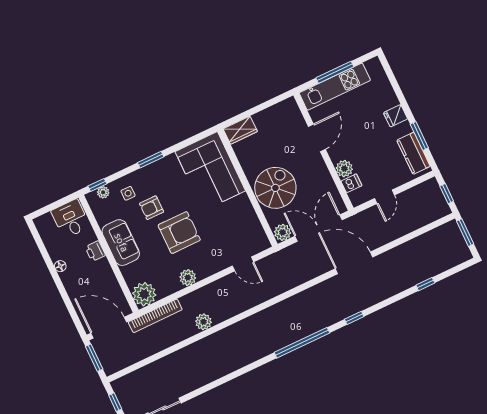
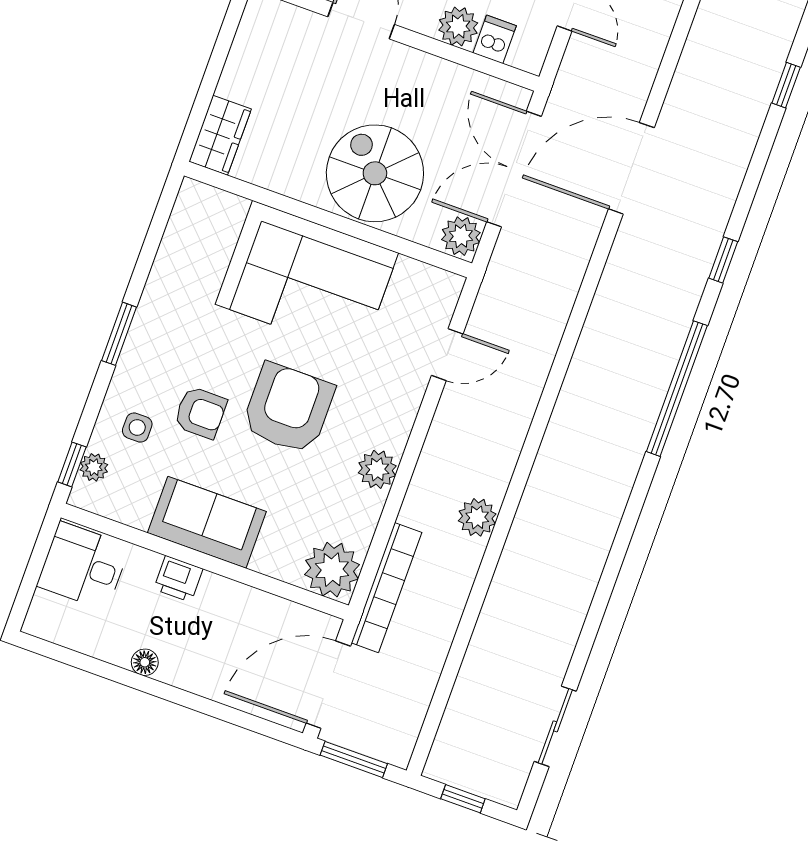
corner sofa: (210, 171) -> (307, 279), moved
armchair: (152, 208) -> (200, 413), turned -90

